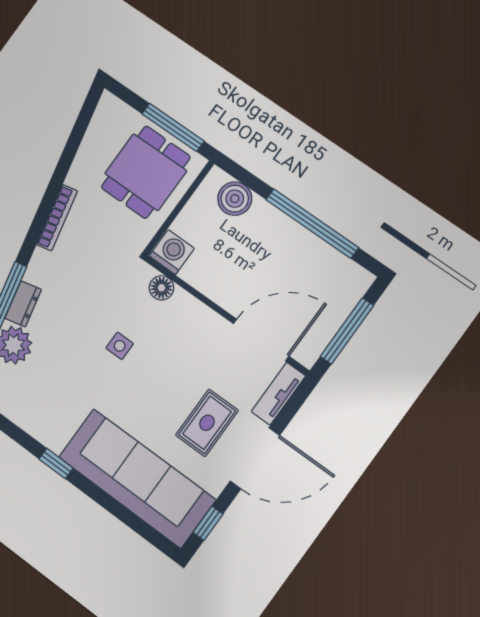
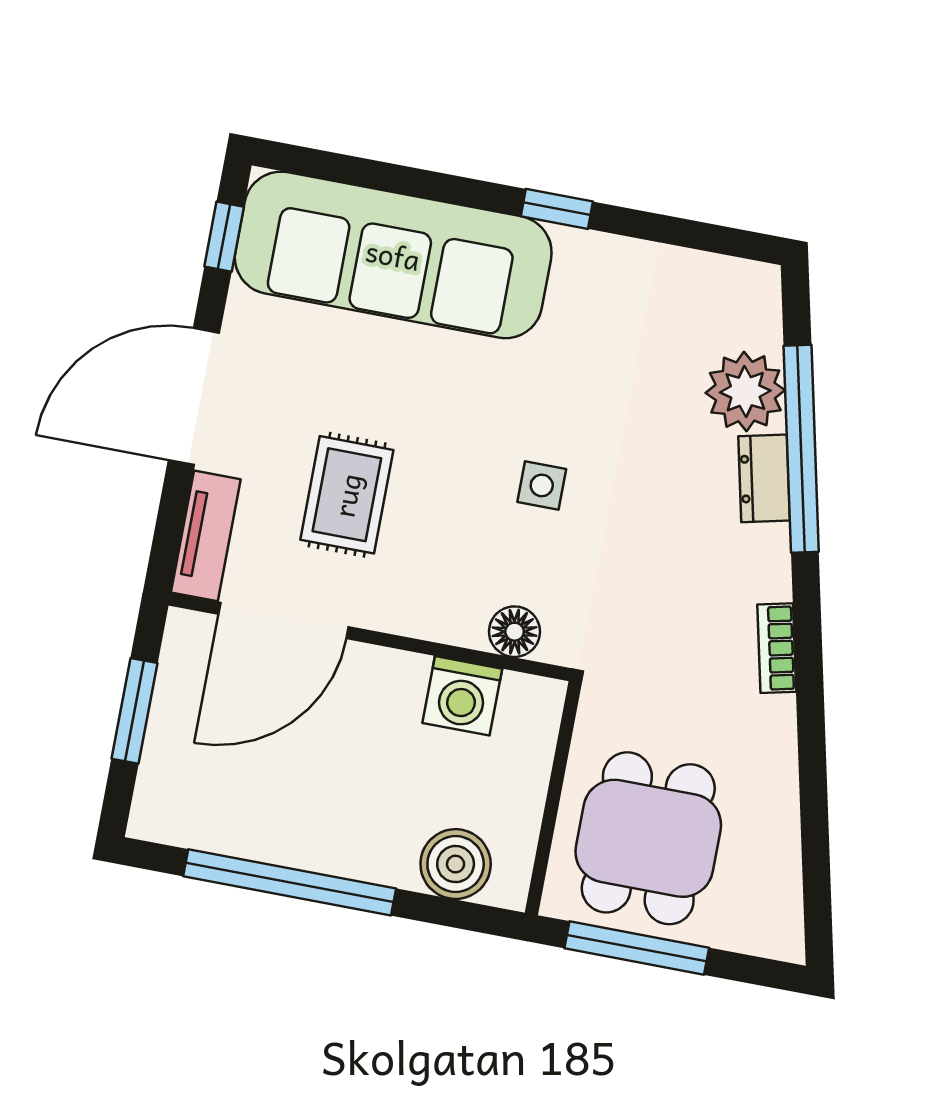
bookcase: (57, 218) -> (777, 648), width x0.64
washing machine: (172, 252) -> (462, 696), moved
window: (347, 331) -> (134, 711), width x0.69
rug: (207, 423) -> (347, 495), moved

